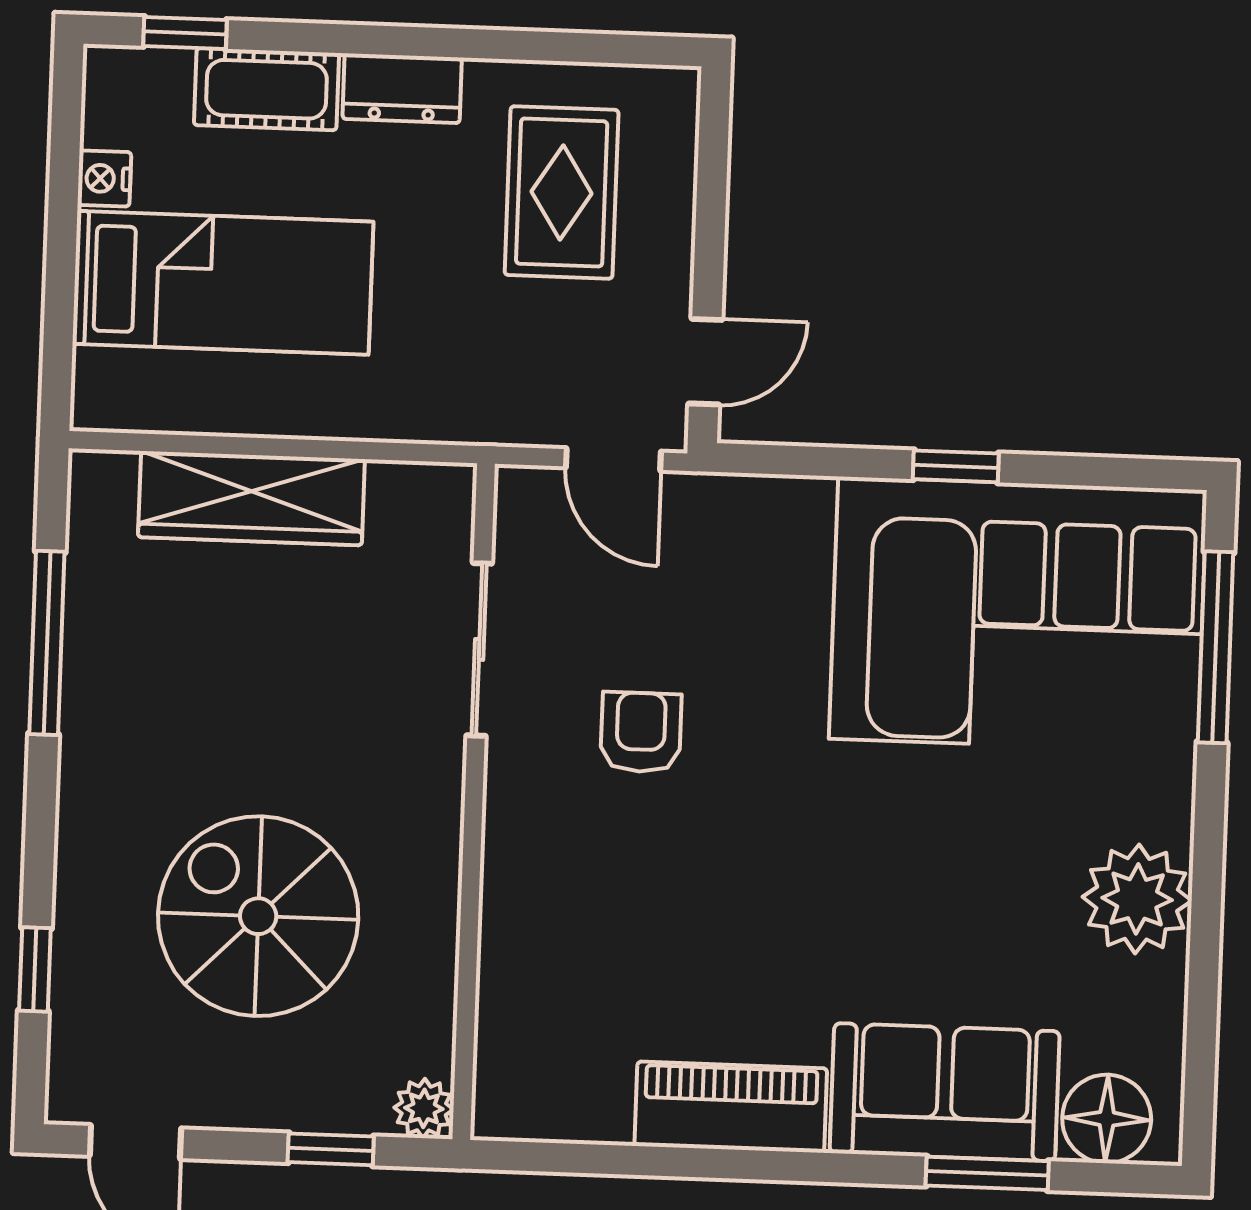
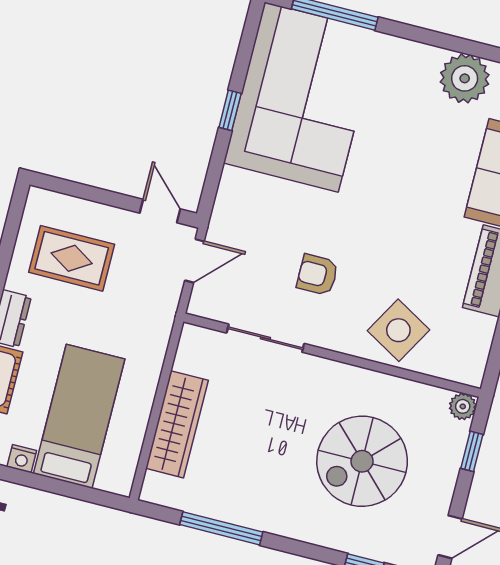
plant: (1137, 899) -> (465, 78), moved
side table: (559, 934) -> (398, 330), added

